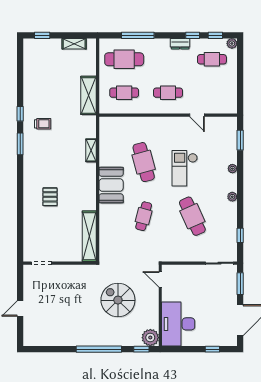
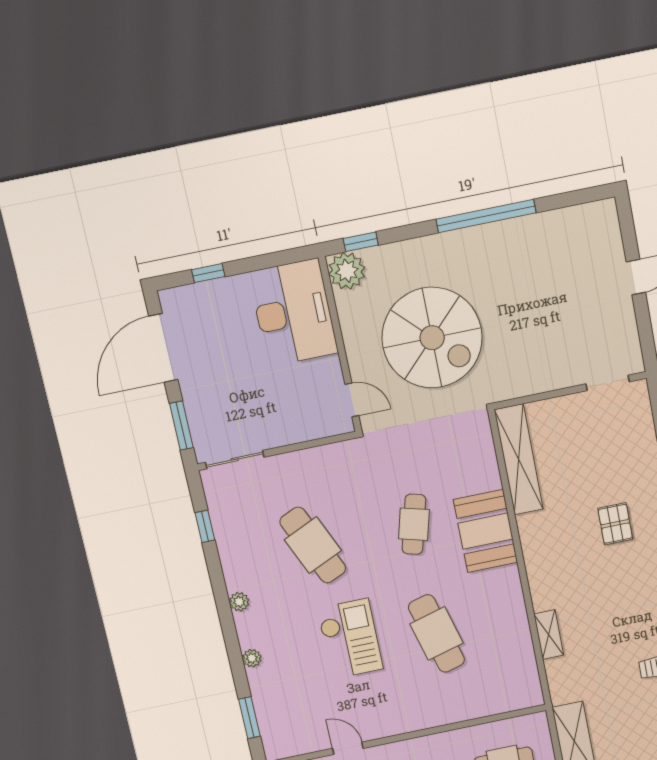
booth: (111, 185) -> (485, 531), moved
spiral stairs: (118, 300) -> (432, 338), width x1.37, depth x1.37
window: (99, 349) -> (486, 216), moved

